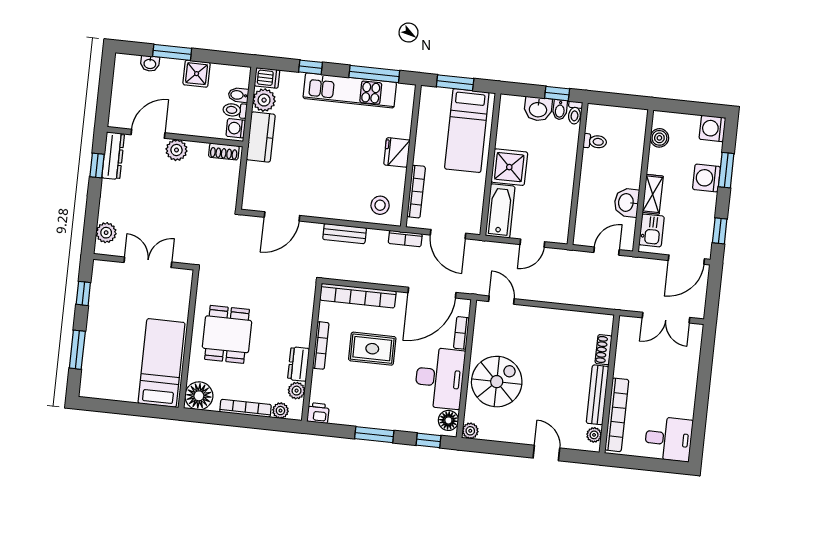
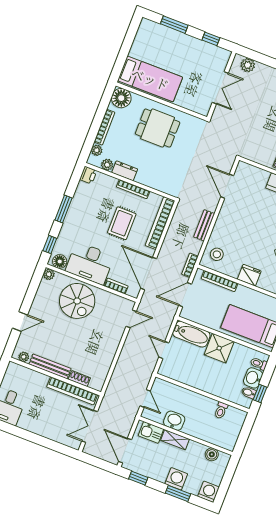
toilet: (575, 113) -> (259, 364), moved
bookcase: (617, 415) -> (72, 391), moved

